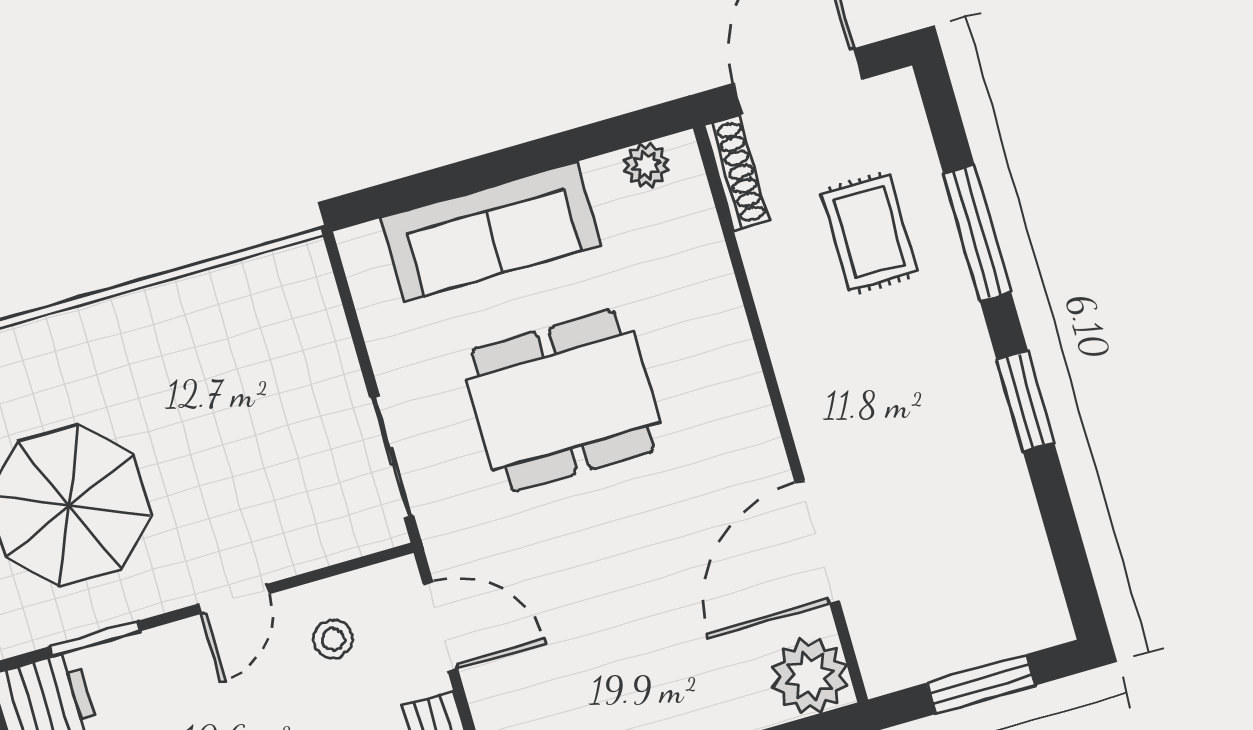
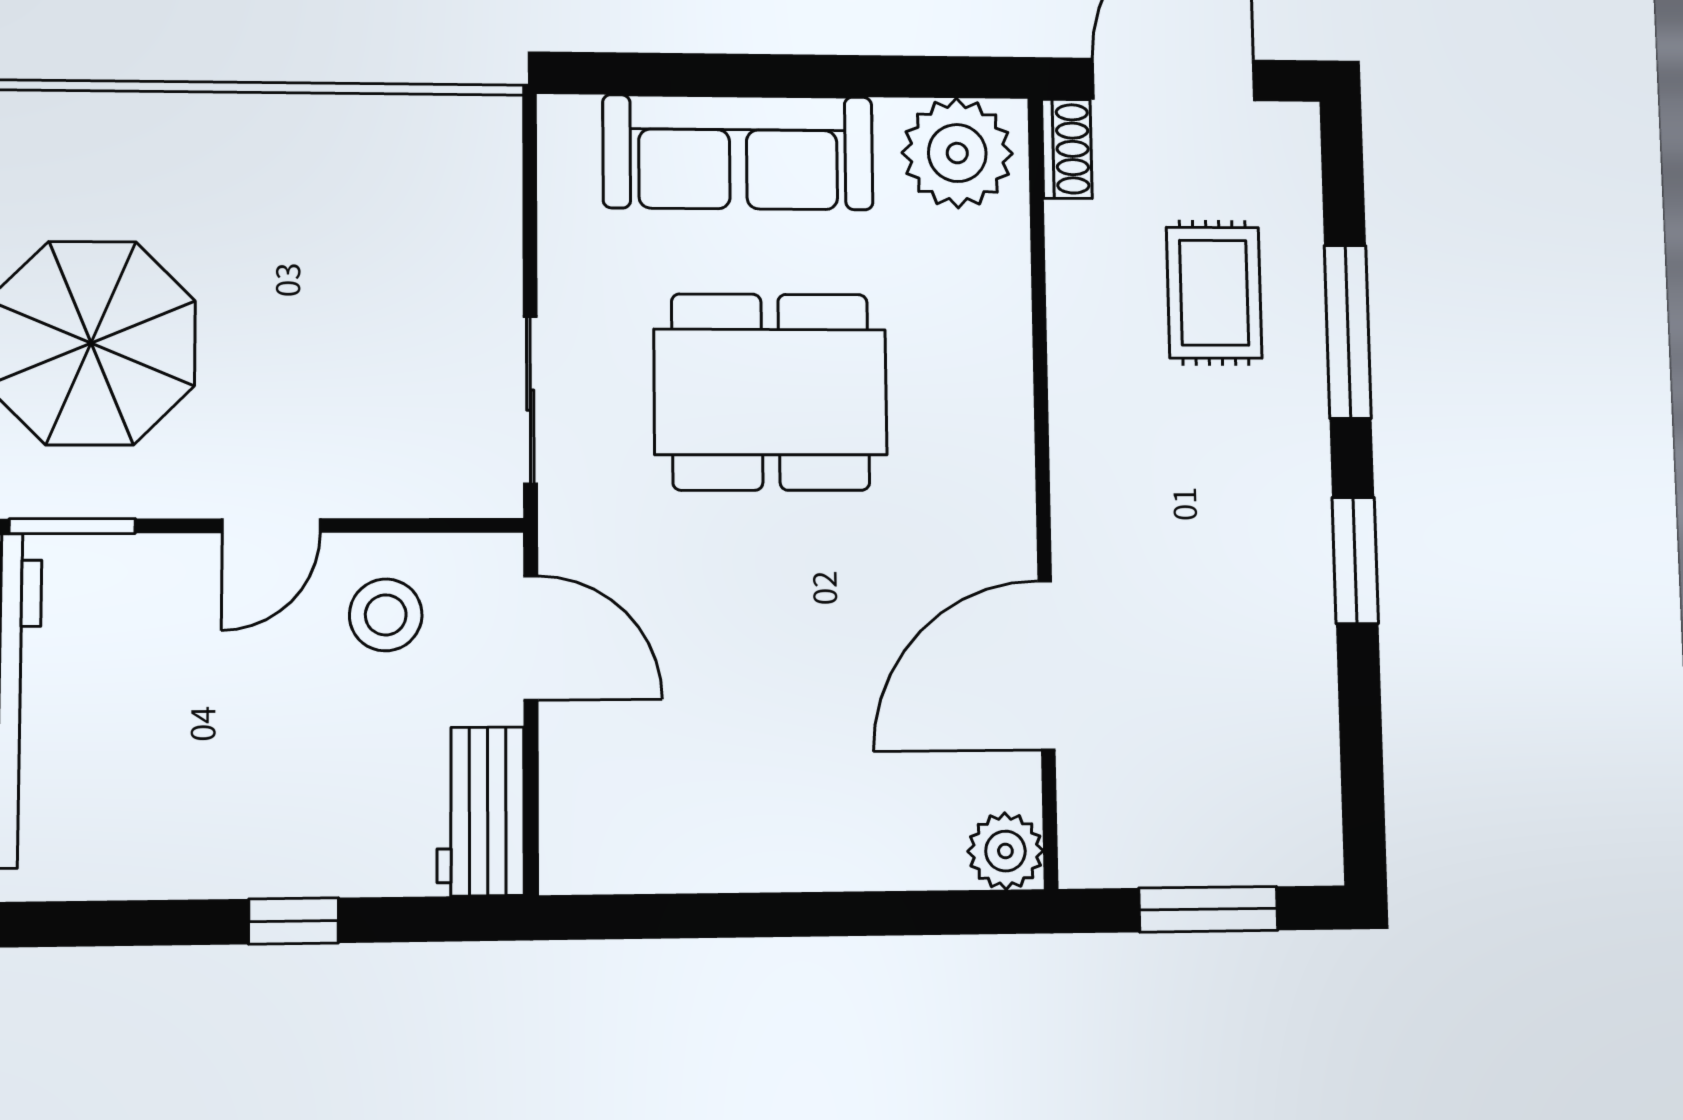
plant: (646, 165) -> (957, 153), width x1.88, depth x1.88
shoe rack: (737, 173) -> (1067, 149), width x0.70
stool: (333, 639) -> (386, 615), width x1.37, depth x1.37
plant: (810, 676) -> (1005, 851), width x0.73, depth x0.73

